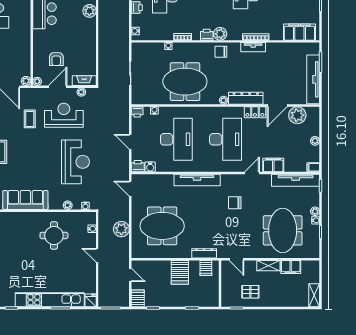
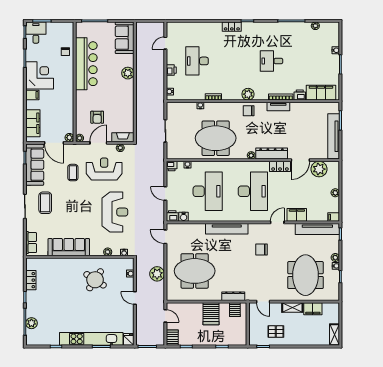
printer: (207, 35) -> (300, 95), moved
round table: (54, 235) -> (95, 280), turned 33

